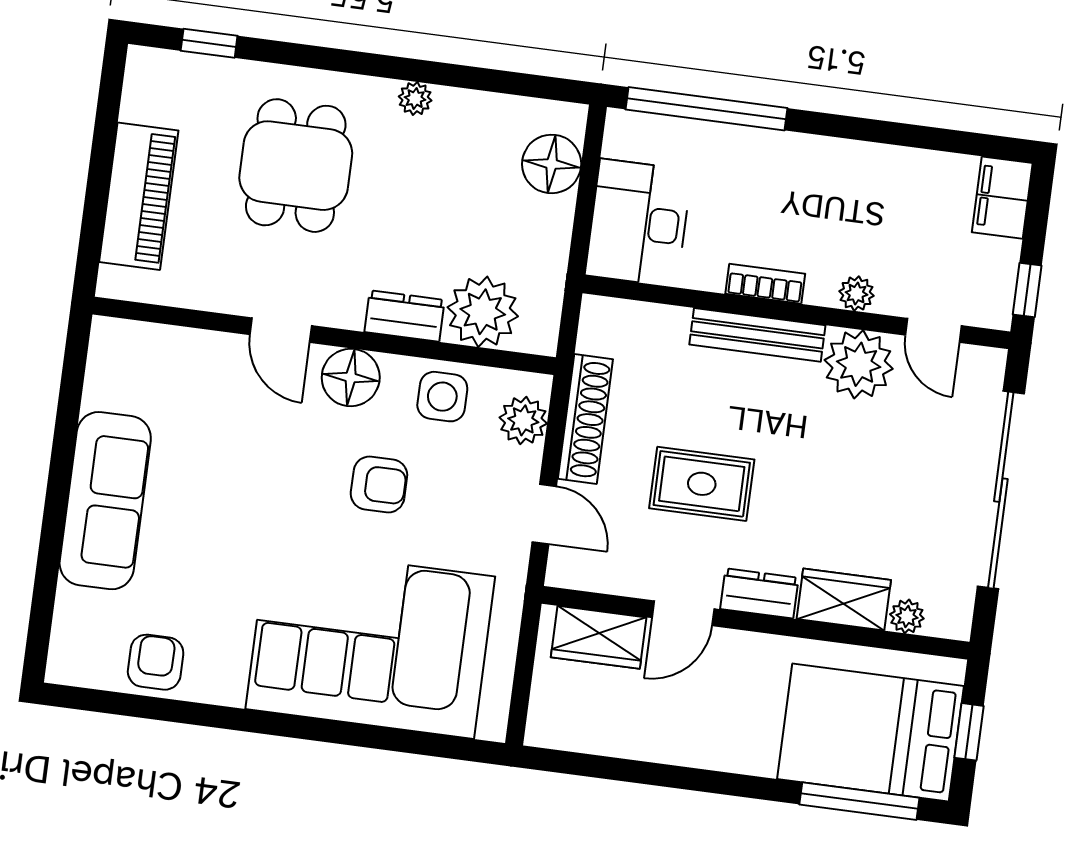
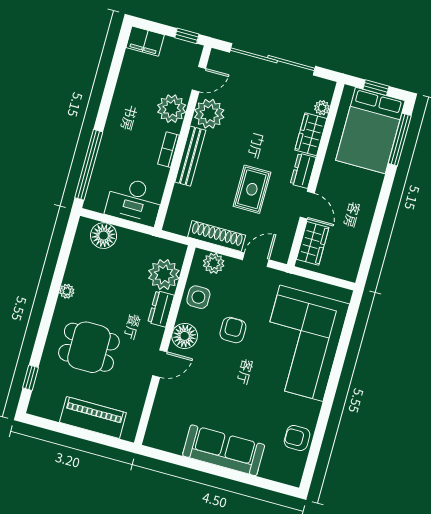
plant: (856, 294) -> (172, 109), width x1.88, depth x1.88

